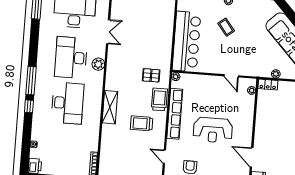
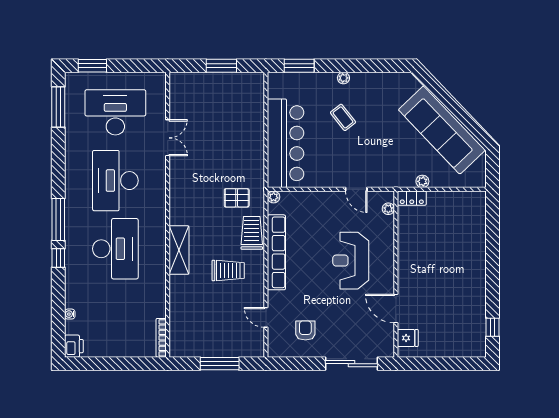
plant: (98, 64) -> (157, 187), removed
trolley: (142, 123) -> (228, 270), turned 180
reception desk: (213, 130) -> (351, 261), moved, turned 90

